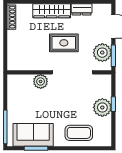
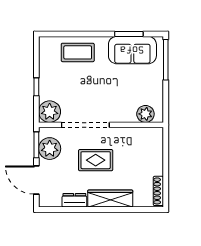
plant: (41, 81) -> (145, 114), moved
plant: (102, 107) -> (50, 112), moved

